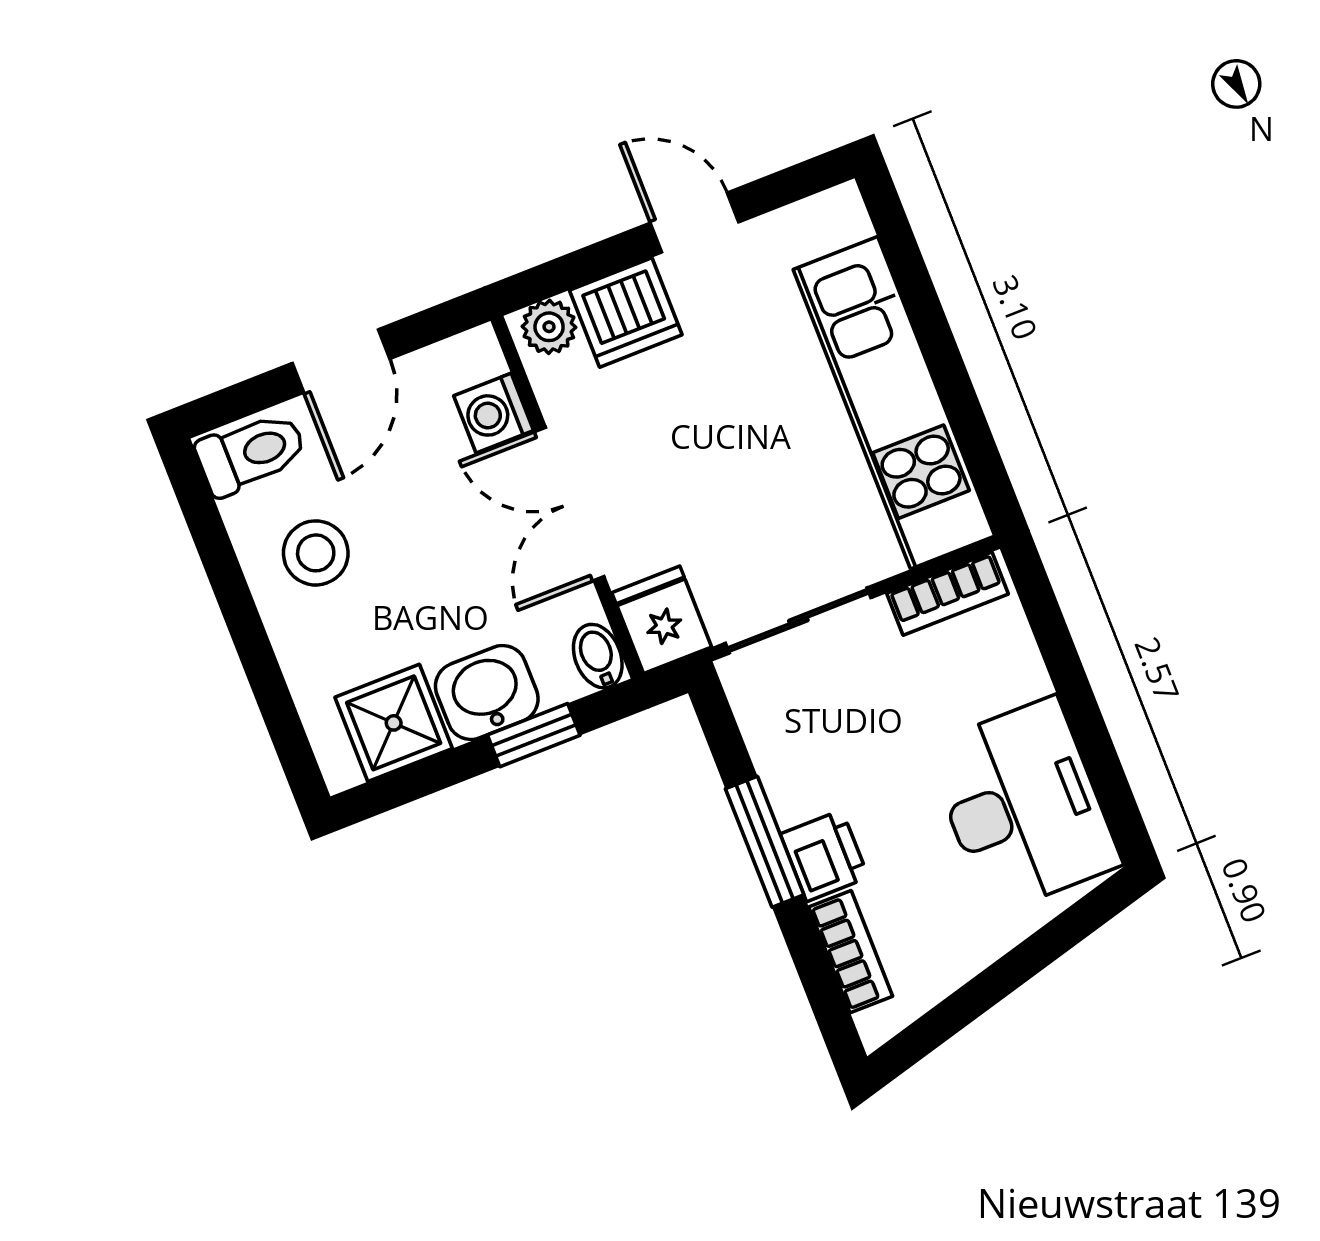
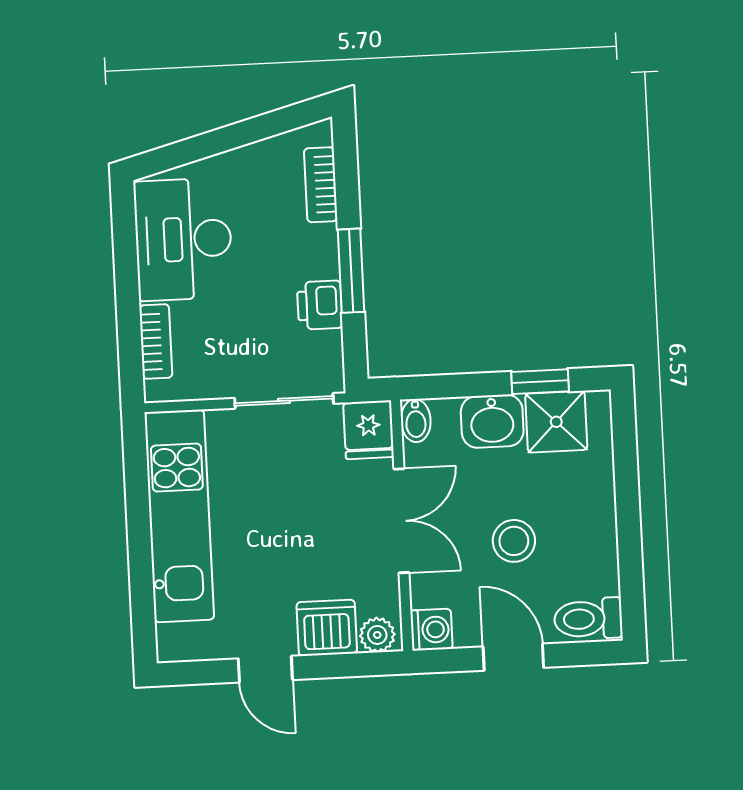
door: (341, 361) -> (513, 657), hinge flipped
washing machine: (494, 413) -> (431, 630), moved
stool: (316, 553) -> (514, 541), moved
bookcase: (947, 594) -> (156, 341), moved, turned 90
window: (534, 735) -> (540, 382), moved
printer: (824, 856) -> (320, 305), moved

